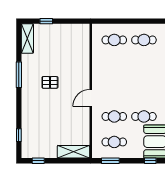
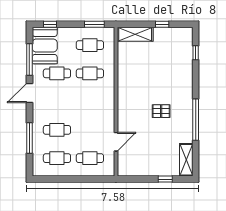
cafe table: (144, 65) -> (57, 130), added
window: (19, 75) -> (196, 120), width x1.46
door: (91, 98) -> (116, 142), moved
window: (38, 161) -> (162, 24), moved

